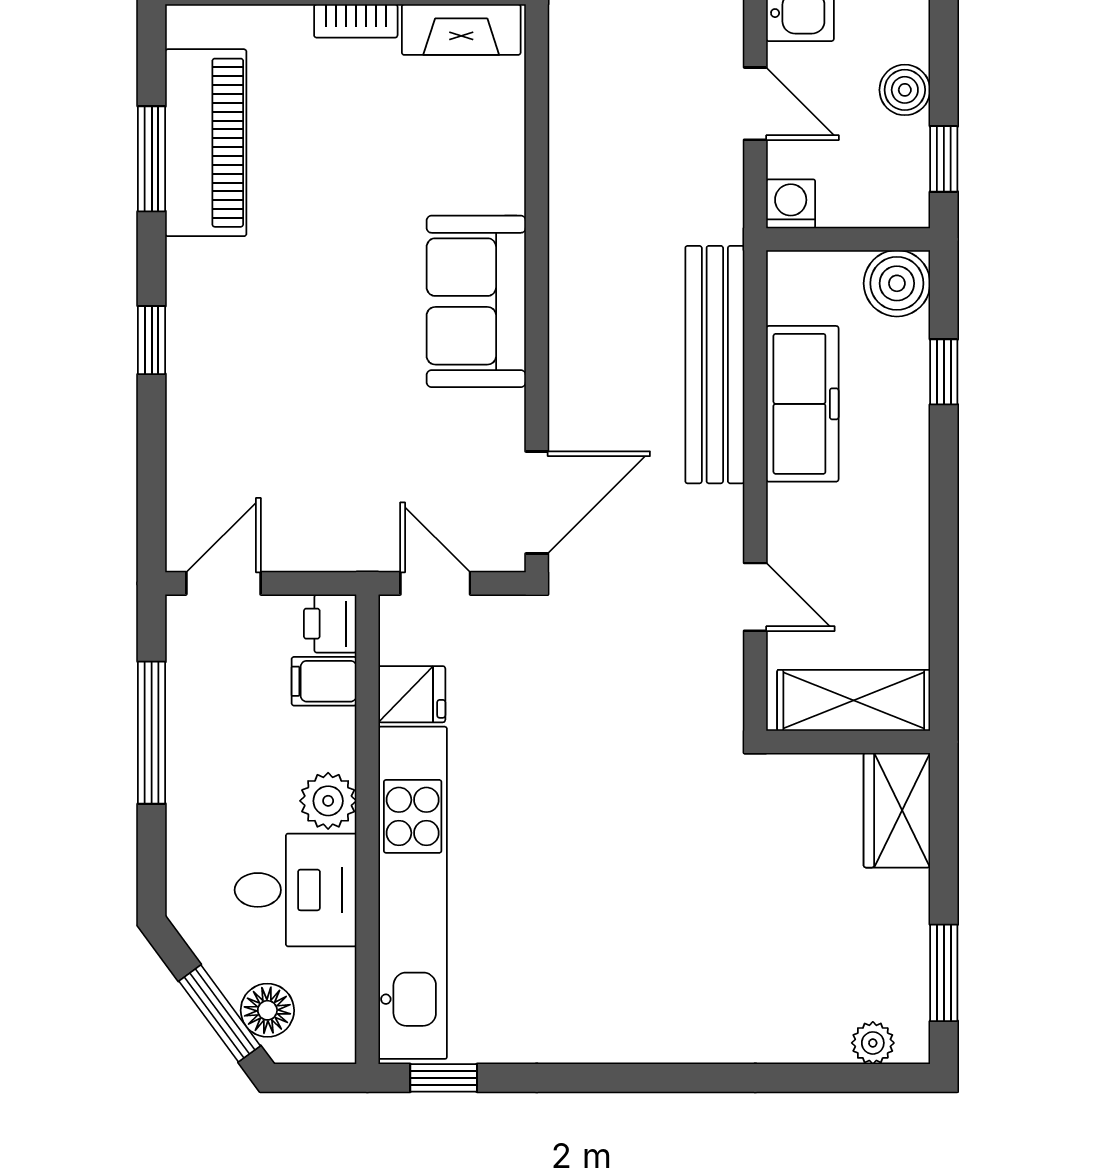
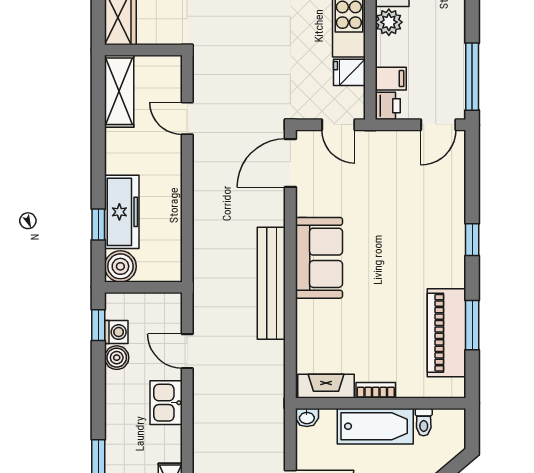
washing machine: (791, 204) -> (116, 332), moved, turned -90
bench: (715, 365) -> (271, 283), moved
freezer: (802, 404) -> (122, 212), moved, turned 180
shelving: (854, 700) -> (119, 91), moved, turned 90
window: (152, 733) -> (472, 77), moved

